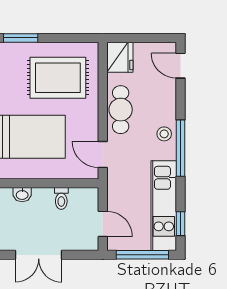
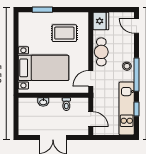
rug: (58, 78) -> (64, 33), width x0.73, depth x0.70
door: (103, 155) -> (91, 78), hinge flipped
window: (180, 224) -> (137, 109), moved
window: (142, 255) -> (114, 137), removed

